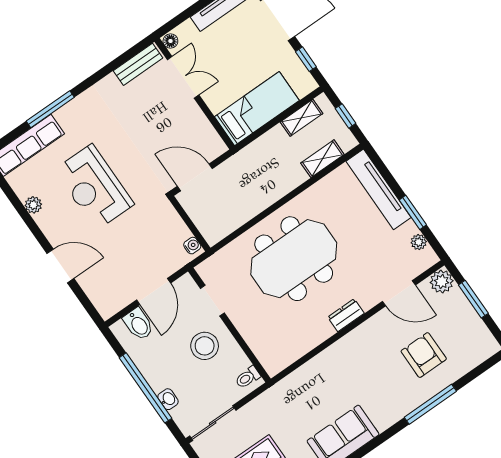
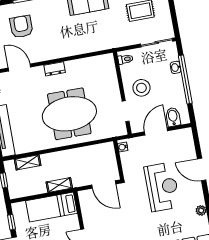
shelving: (302, 118) -> (59, 185), moved
reception desk: (94, 187) -> (162, 187), moved
armchair: (424, 355) -> (21, 27), turned 180

